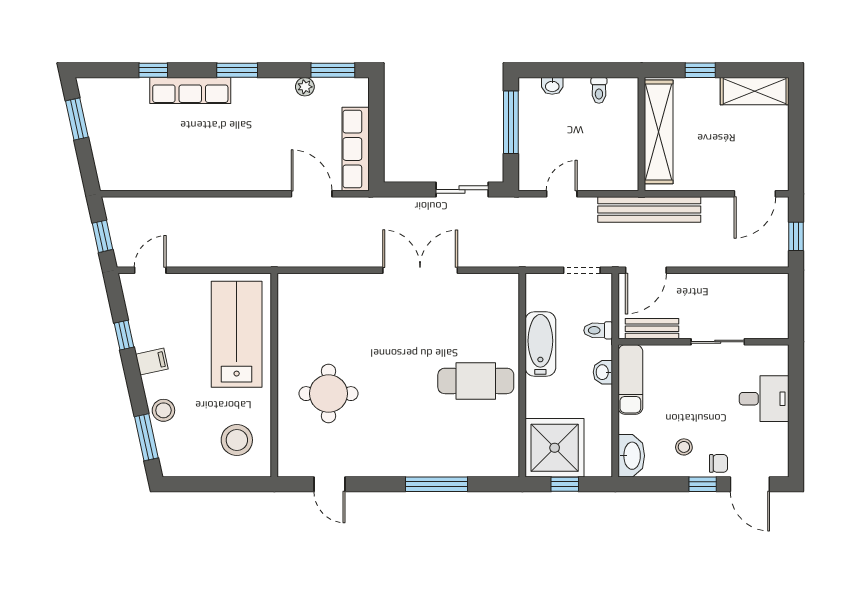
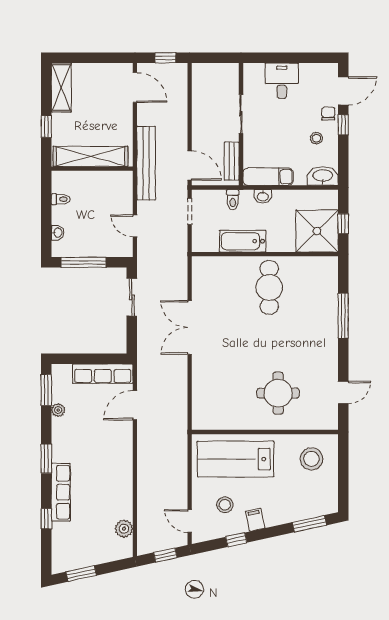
plant: (139, 178) -> (124, 529), added
stool: (163, 410) -> (225, 505), moved

